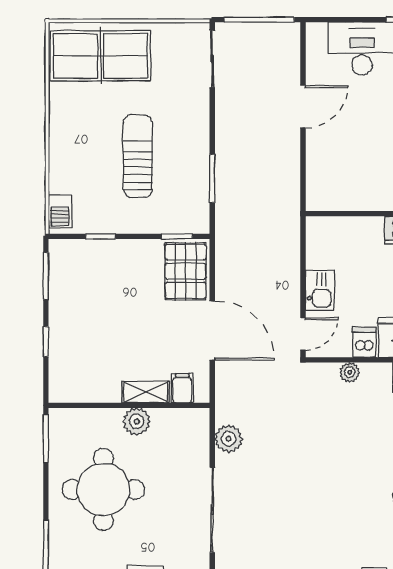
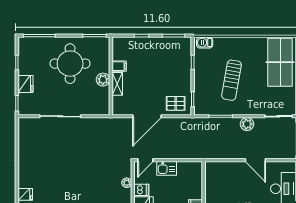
sun lounger: (138, 156) -> (232, 80), turned 100
pallet: (186, 271) -> (176, 103), width x0.67, depth x0.71
door: (303, 334) -> (145, 160), hinge flipped
filing cabinet: (182, 388) -> (119, 66), moved
plant: (228, 439) -> (247, 124), moved

